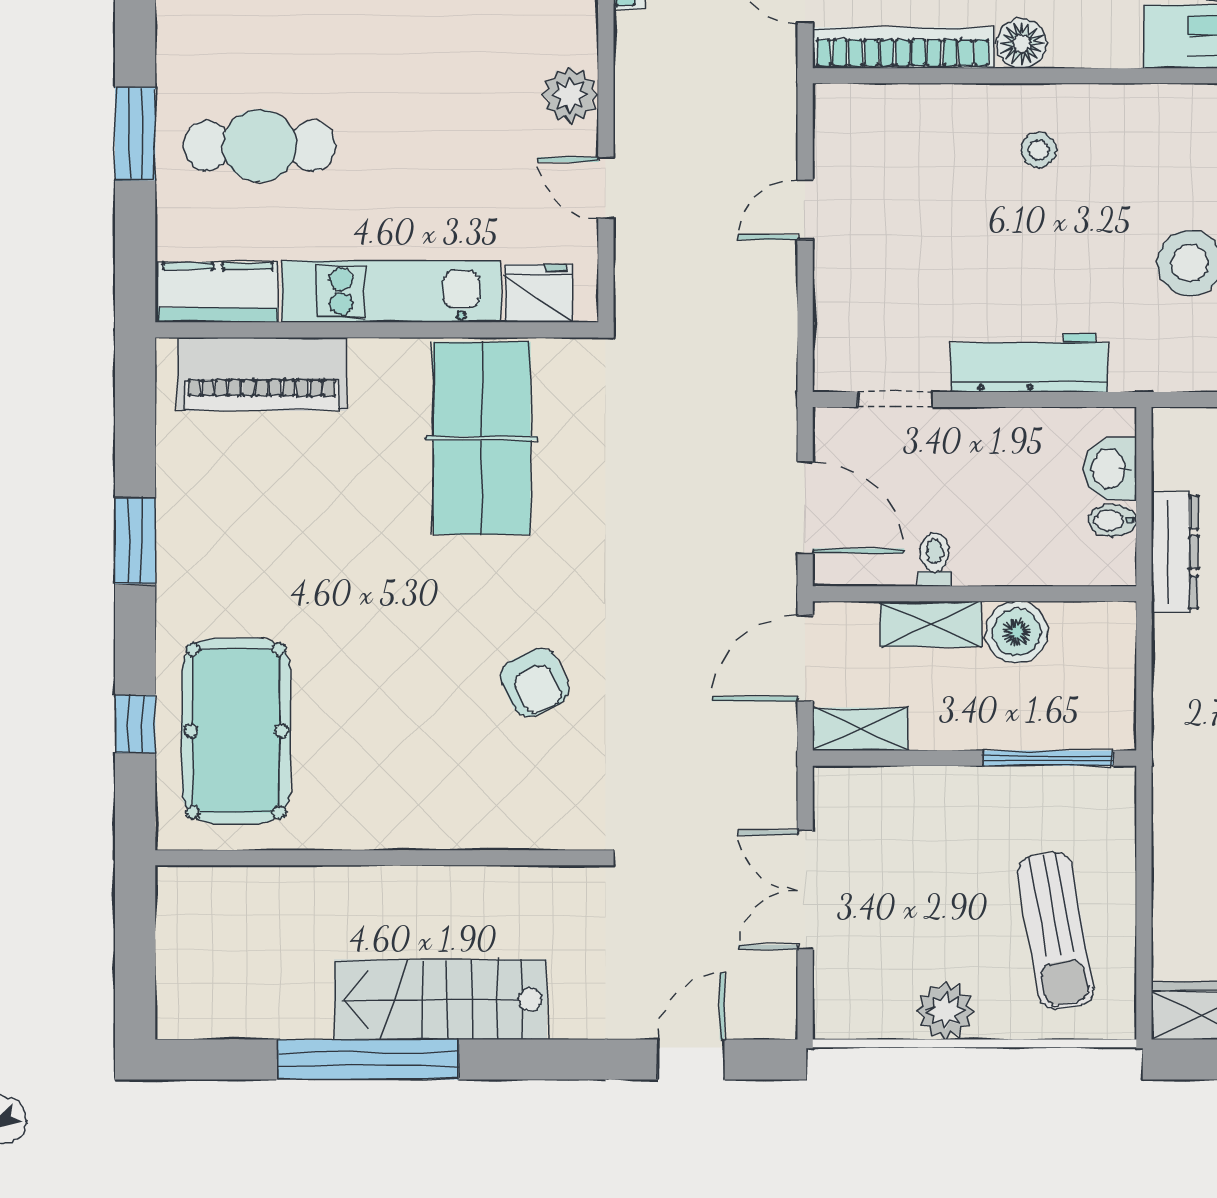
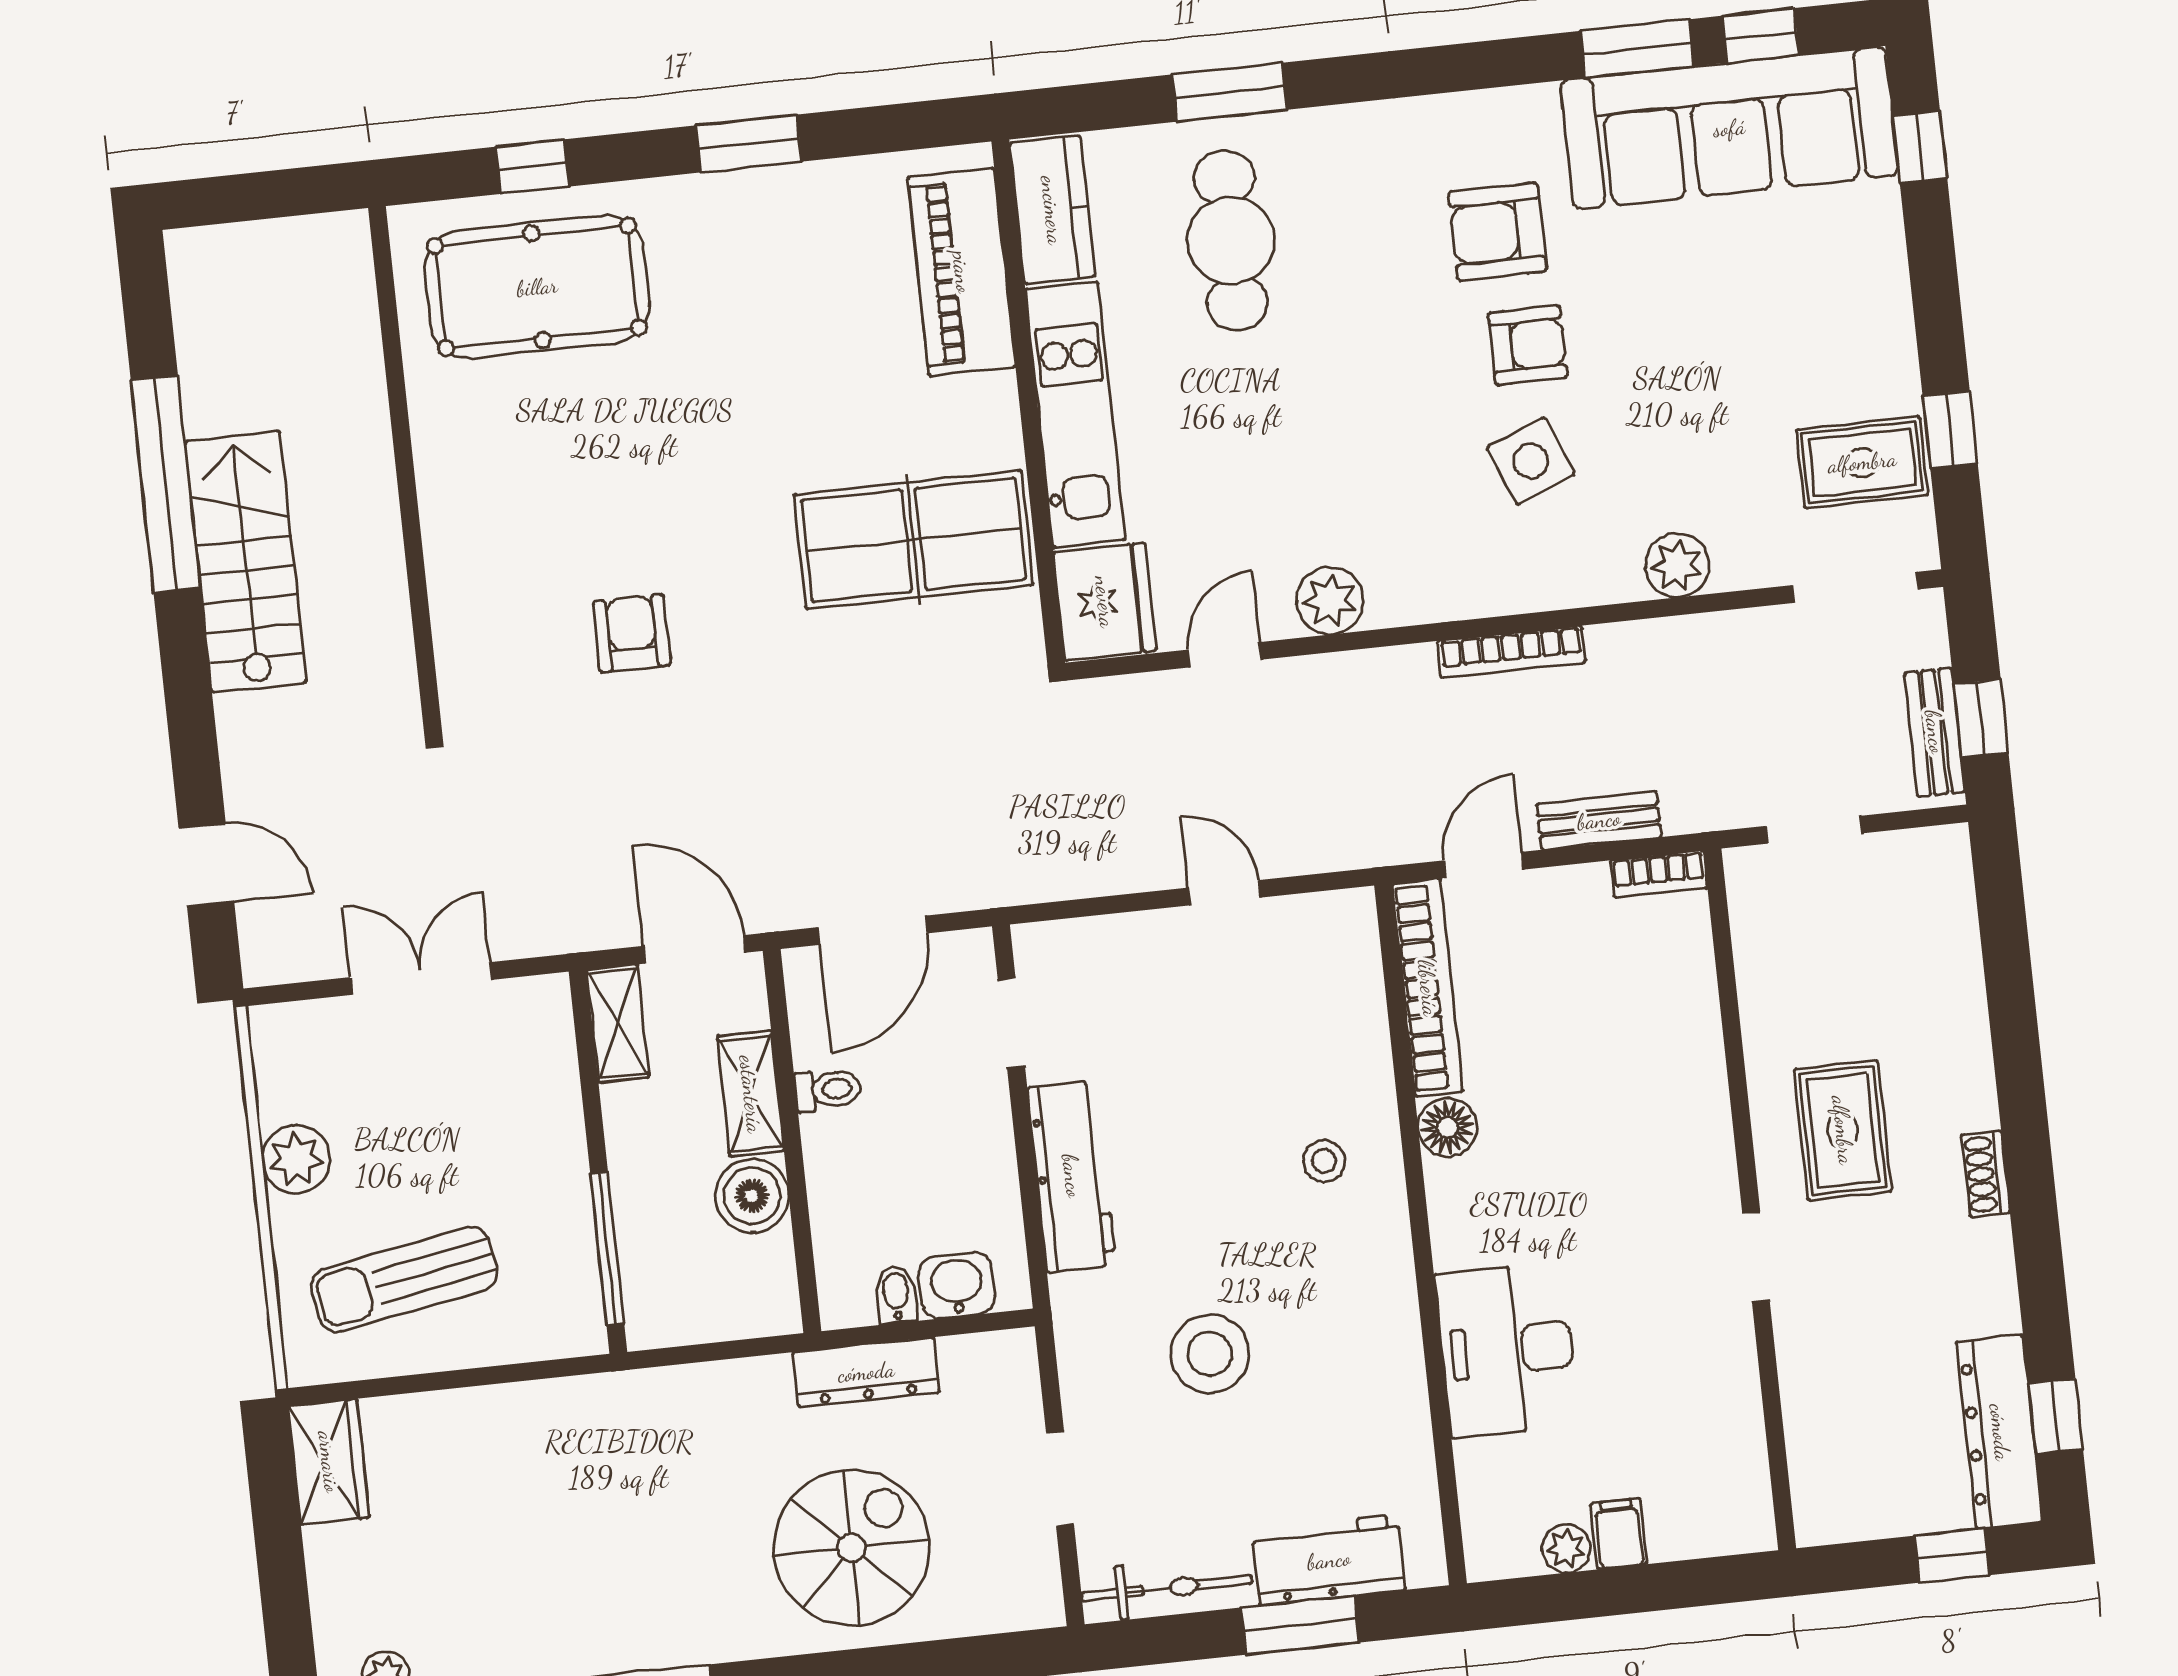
fridge: (538, 293) -> (1105, 602), width x1.36, depth x1.34
armchair: (535, 683) -> (632, 633), turned 115

